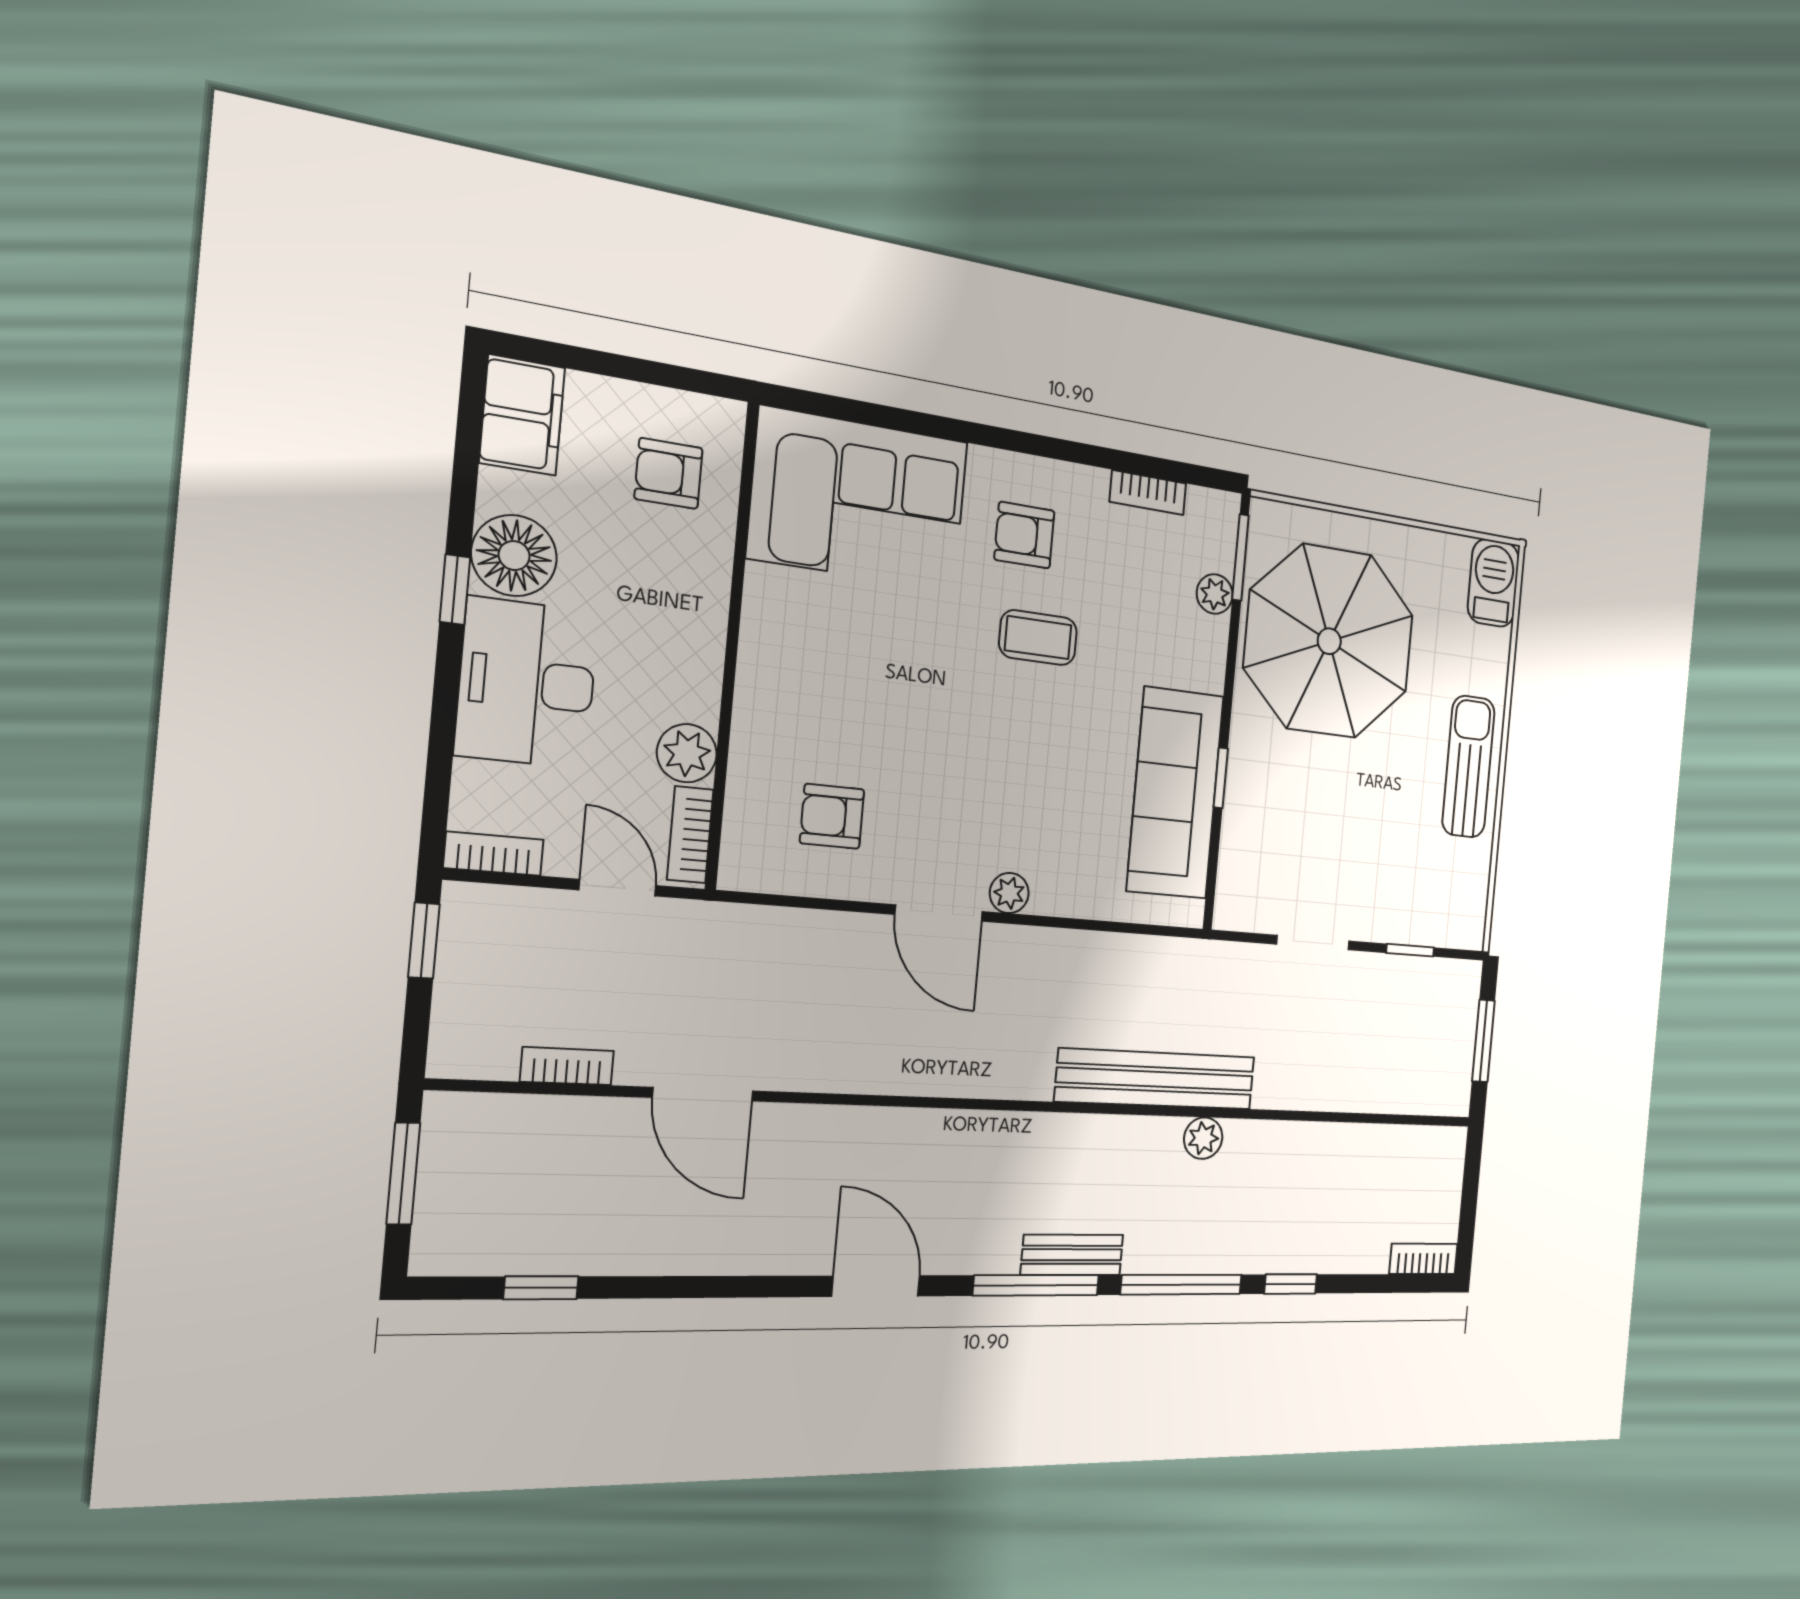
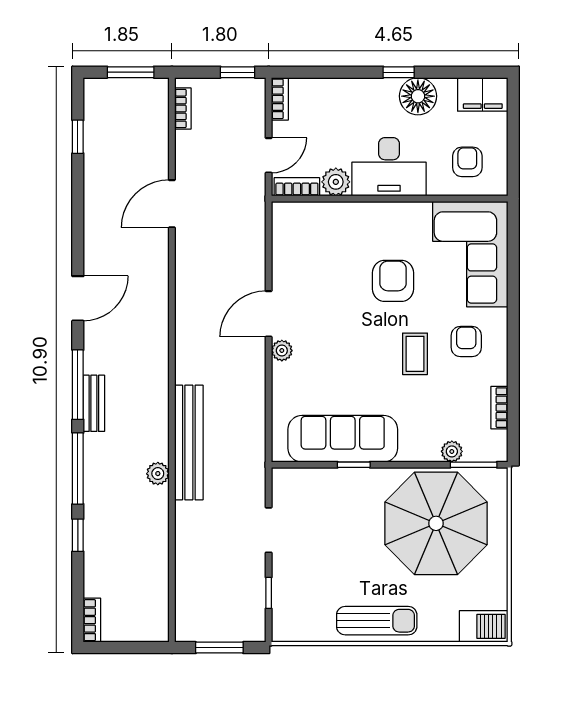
desk: (527, 683) -> (389, 167), moved, turned 180
armchair: (832, 816) -> (393, 281), moved, width x1.38, depth x1.38
bookcase: (567, 1066) -> (183, 109), moved

